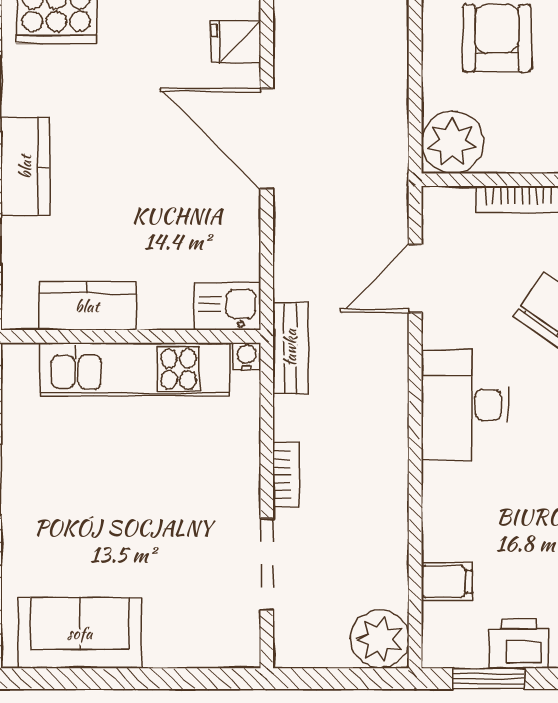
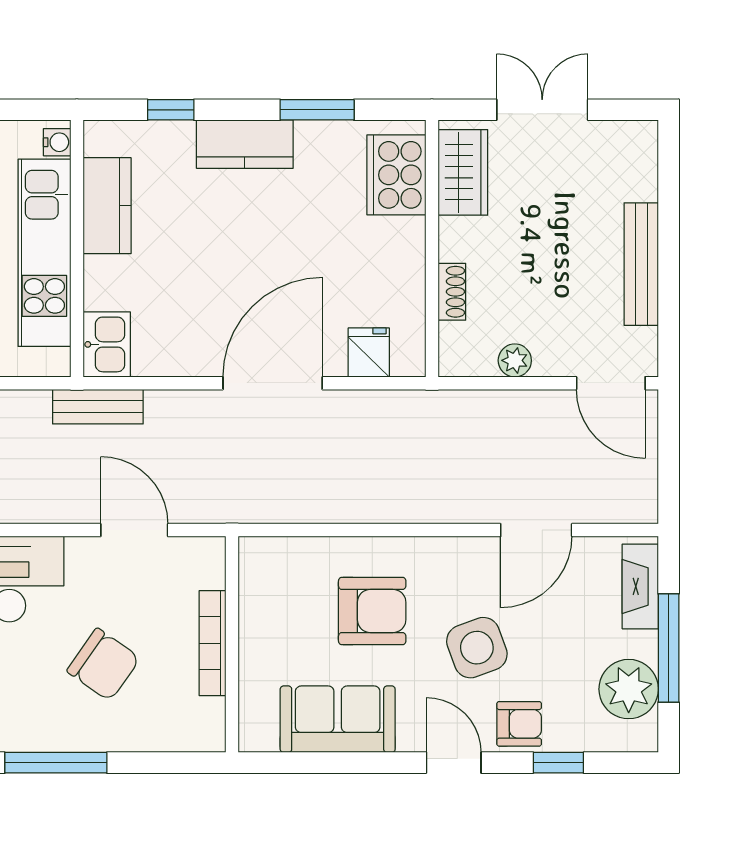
plant: (453, 142) -> (269, 567), removed
bench: (290, 348) -> (98, 407), moved
water cooler: (247, 356) -> (57, 142), moved

